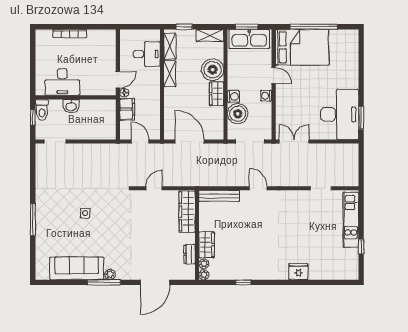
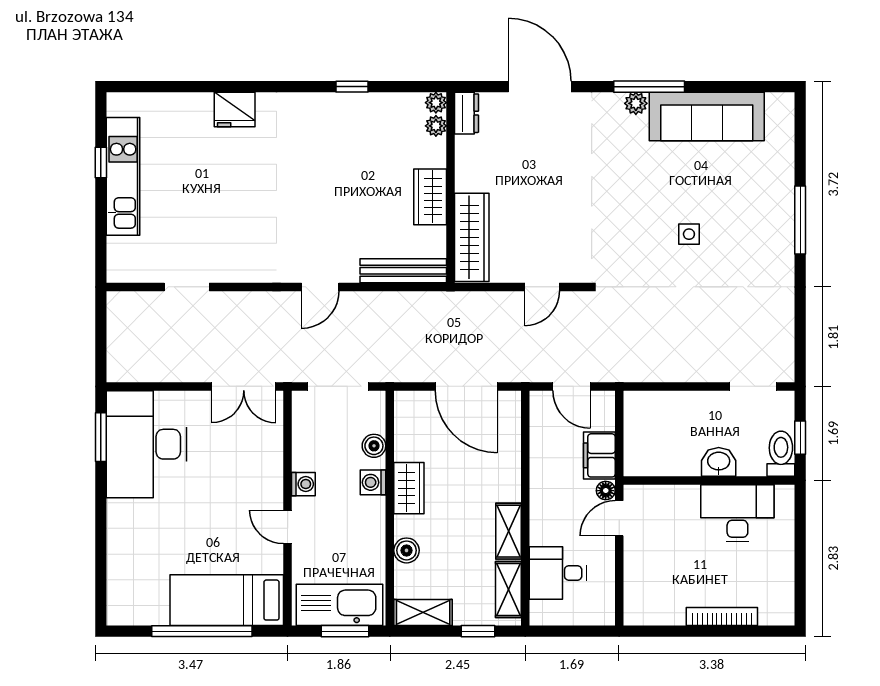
bed: (302, 47) -> (227, 600), width x0.67
boiler: (213, 70) -> (407, 550), width x0.54, depth x0.54
boiler: (238, 114) -> (374, 446), width x0.54, depth x0.54
door: (258, 188) -> (320, 287), hinge flipped
kitchen unit: (351, 220) -> (123, 176), moved
wardrobe: (207, 245) -> (430, 197), moved
dresser: (189, 254) -> (467, 113), moved
door: (155, 282) -> (540, 87), hinge flipped

